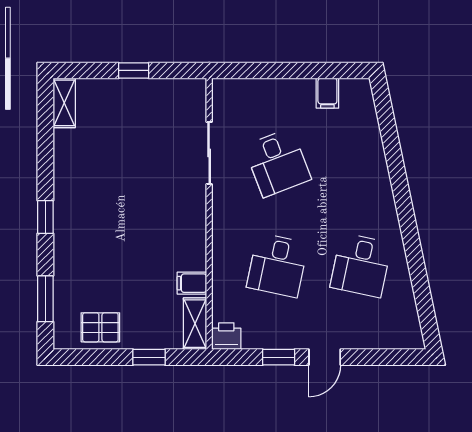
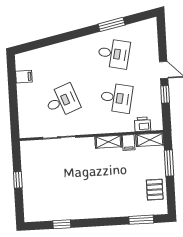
shelving: (64, 103) -> (108, 142), moved
window: (45, 217) -> (62, 224), moved
window: (416, 264) -> (112, 24), added
printer: (226, 336) -> (143, 124), moved, turned 90
window: (149, 357) -> (169, 163), width x1.50

